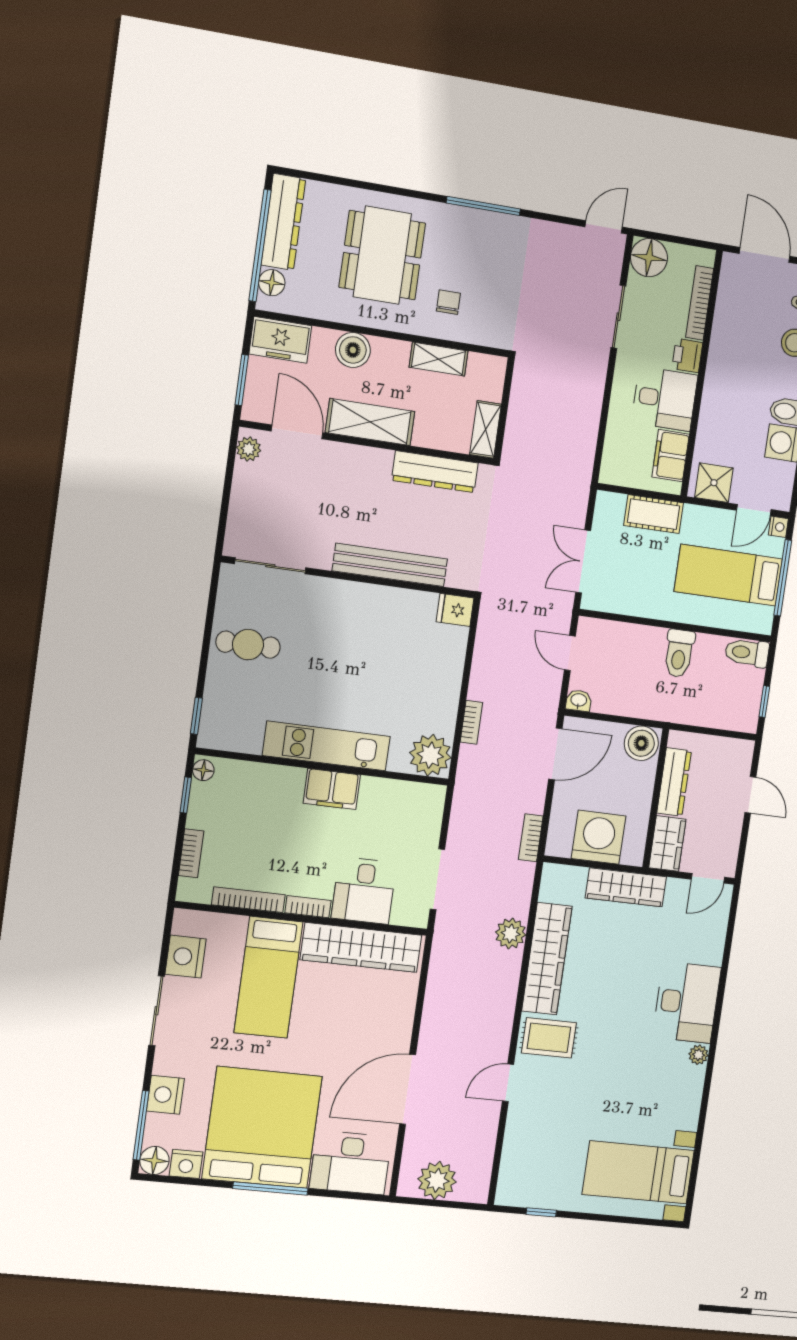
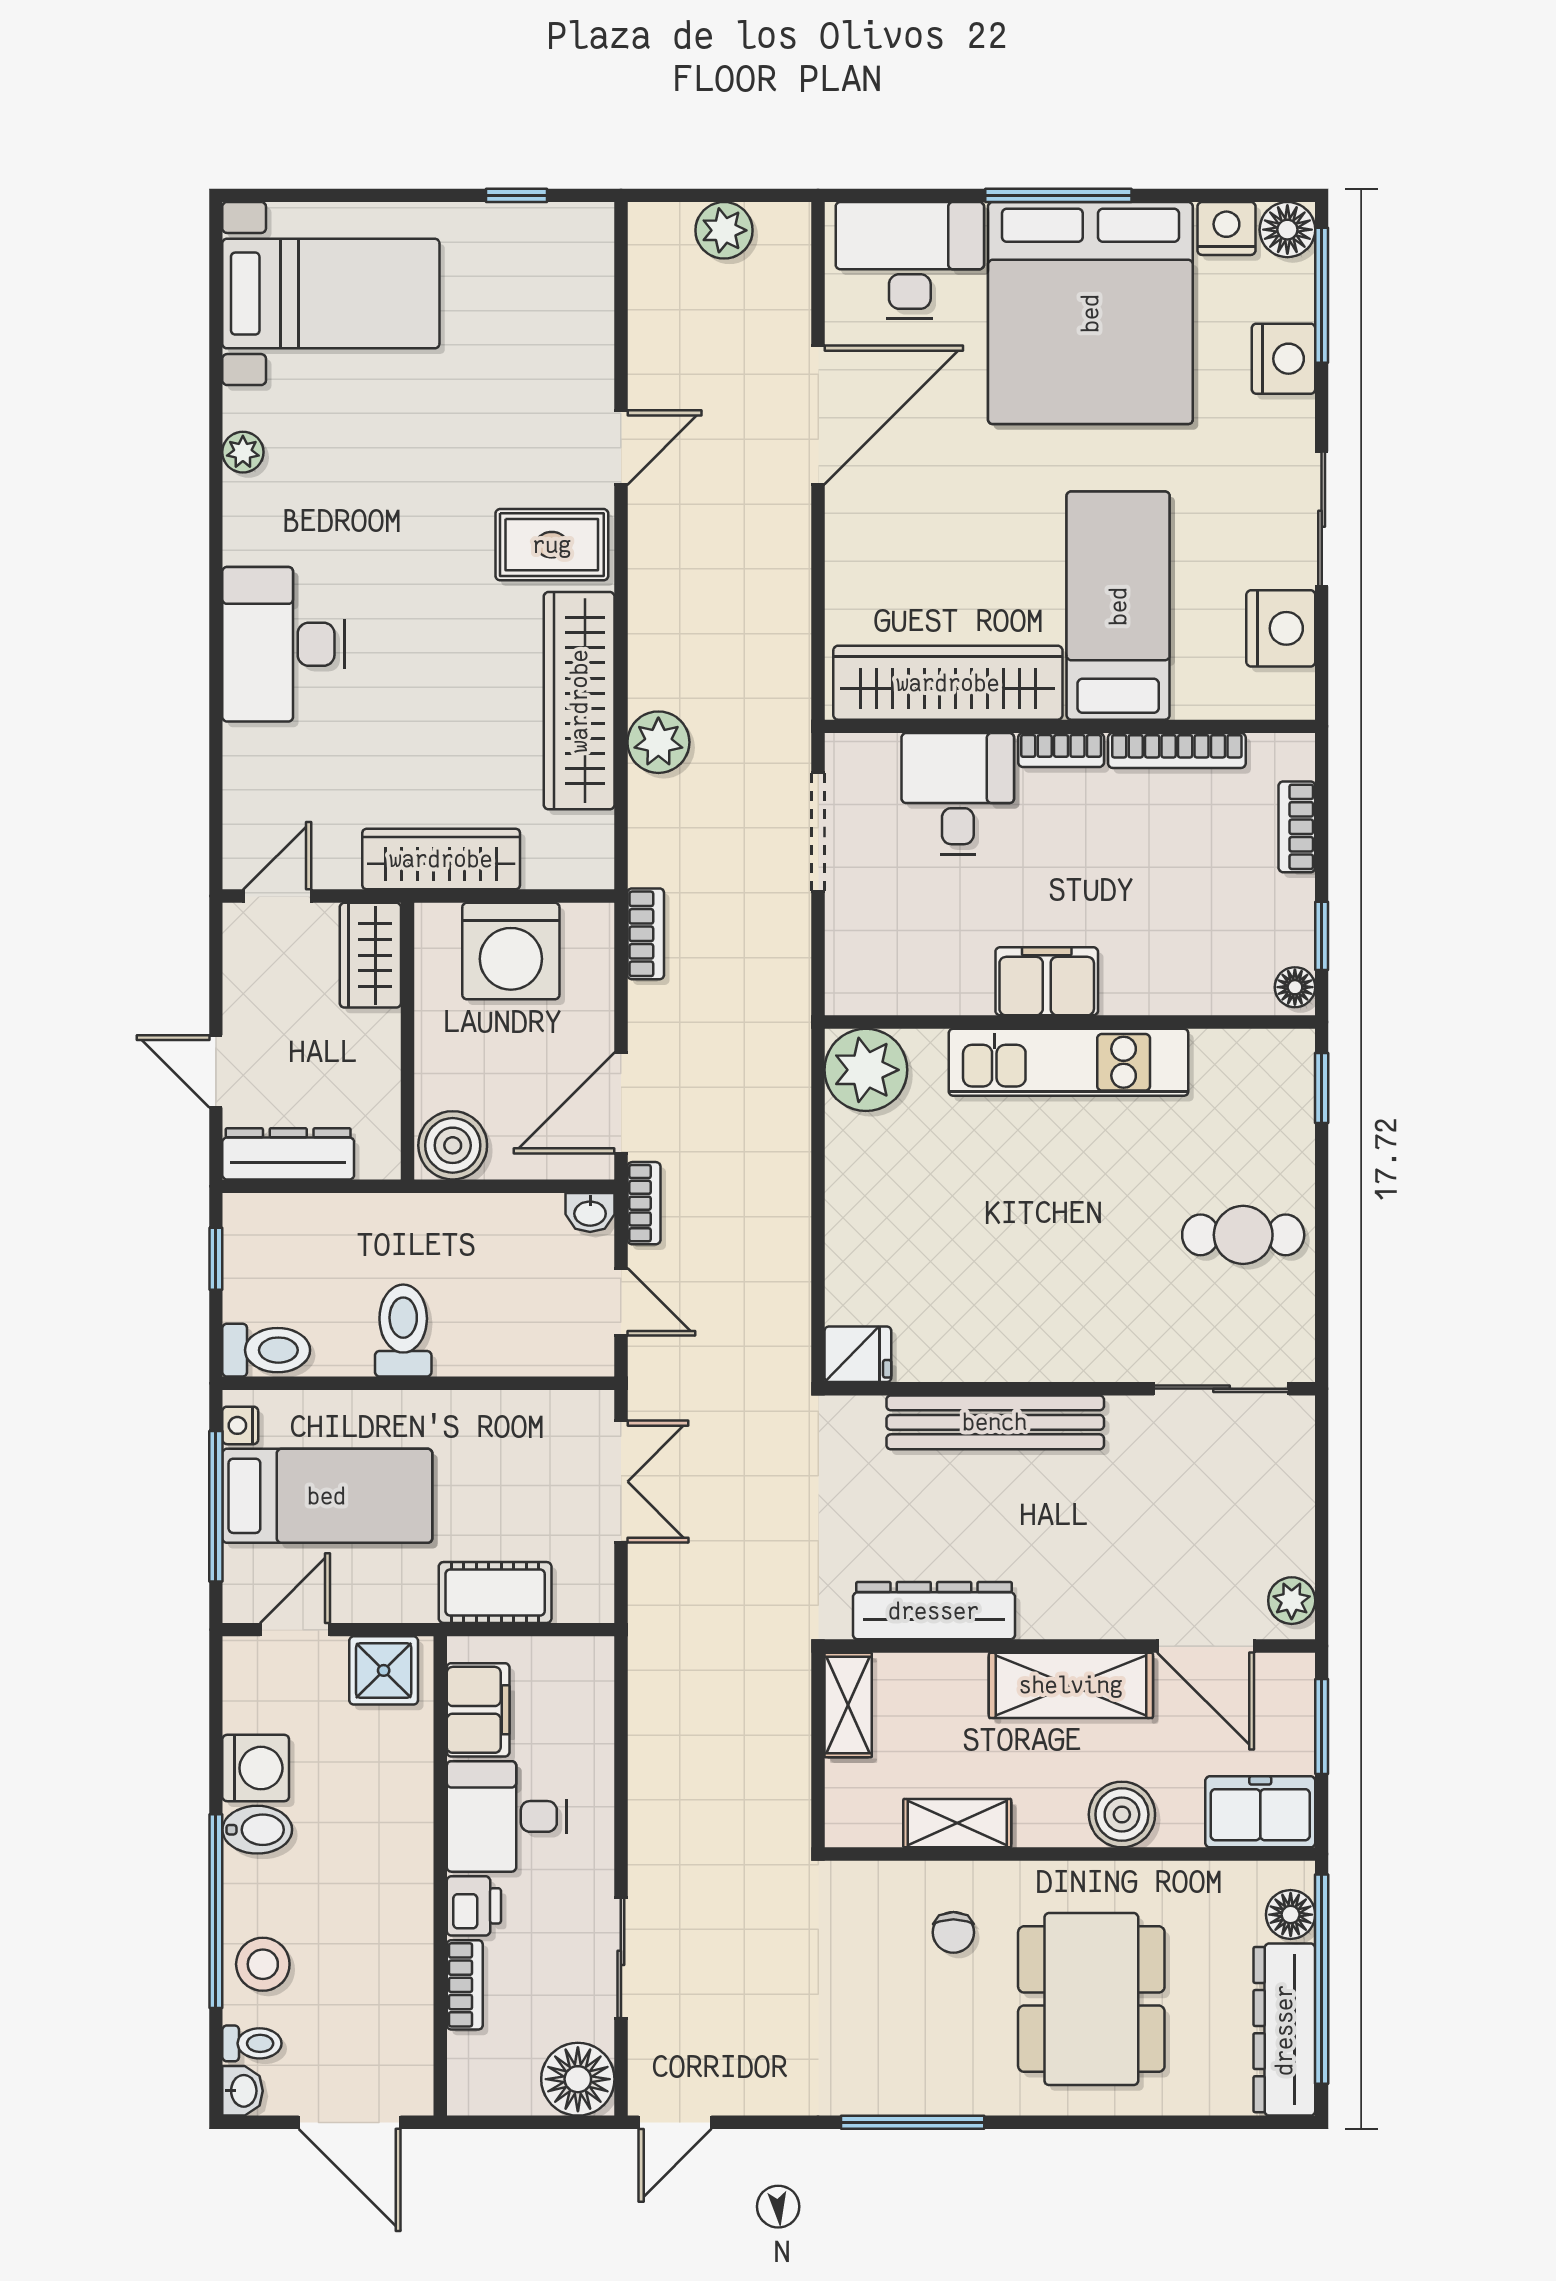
bookcase: (700, 303) -> (465, 1985), width x0.64
nightstand: (778, 527) -> (240, 1425), moved
bookcase: (471, 722) -> (644, 1203), moved, turned 180
dresser: (674, 782) -> (288, 1154), moved, turned 90
plant: (699, 1055) -> (243, 452), moved
plant: (437, 1180) -> (724, 230), width x0.73, depth x0.73

